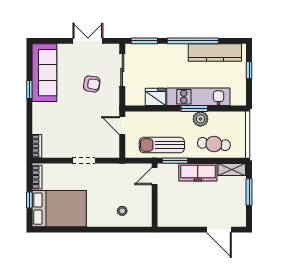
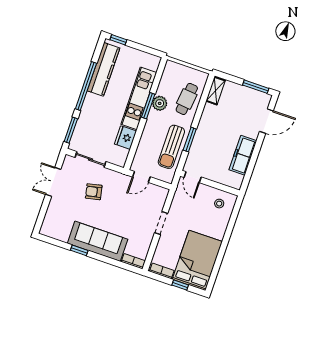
window: (249, 70) -> (118, 40), moved
sofa: (44, 73) -> (98, 241), moved
armchair: (92, 84) -> (94, 192), turned -111
freezer: (198, 172) -> (243, 155), moved, turned 180
door: (155, 176) -> (193, 177), moved
window: (249, 192) -> (256, 87), moved
wall: (155, 195) -> (210, 183), moved

